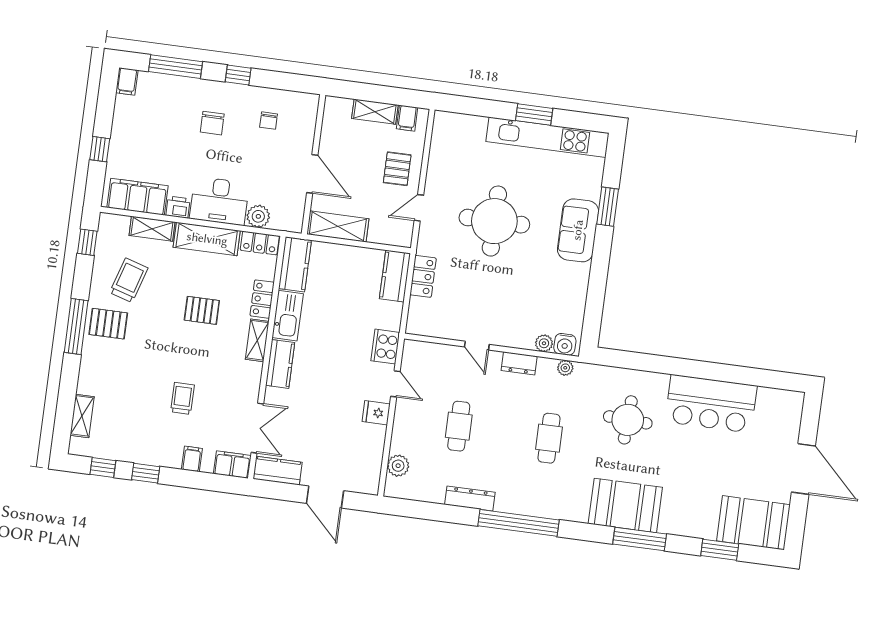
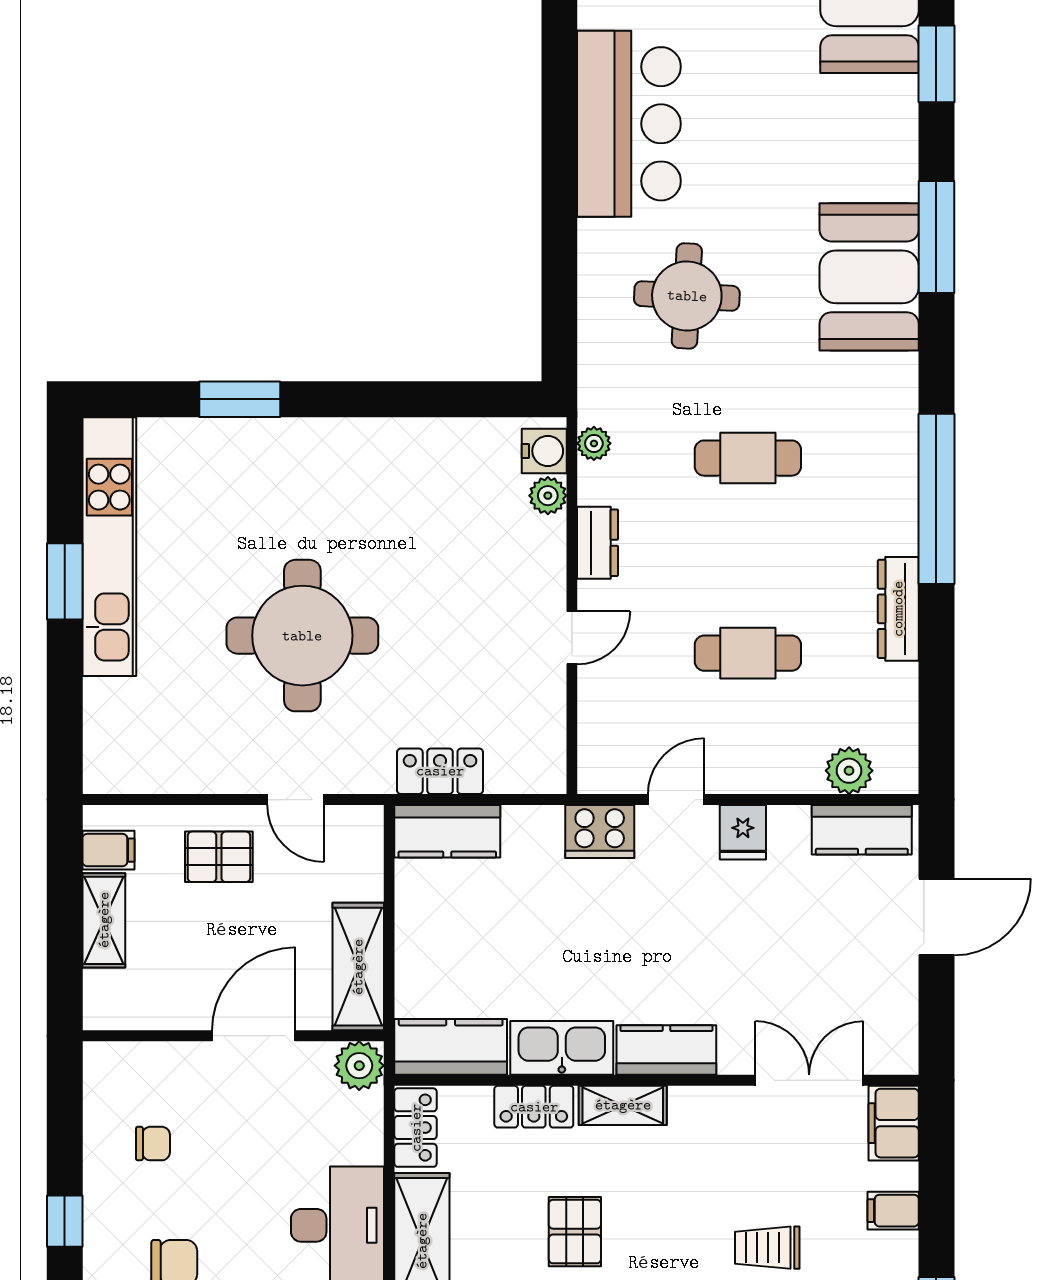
plant: (258, 216) -> (359, 1066), moved
sofa: (578, 230) -> (298, 455), removed
kitchen counter: (278, 471) -> (862, 830), moved, turned -90

